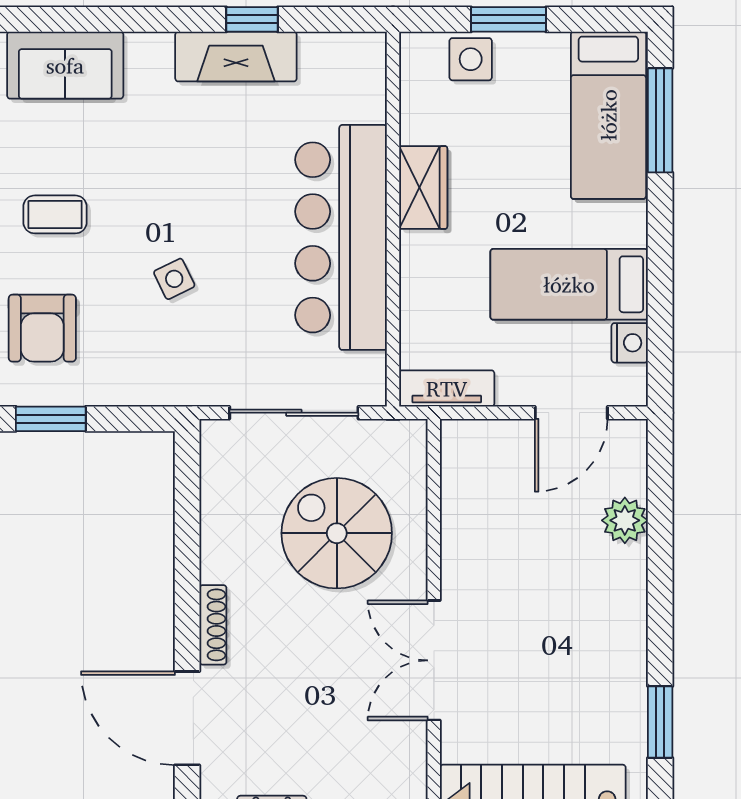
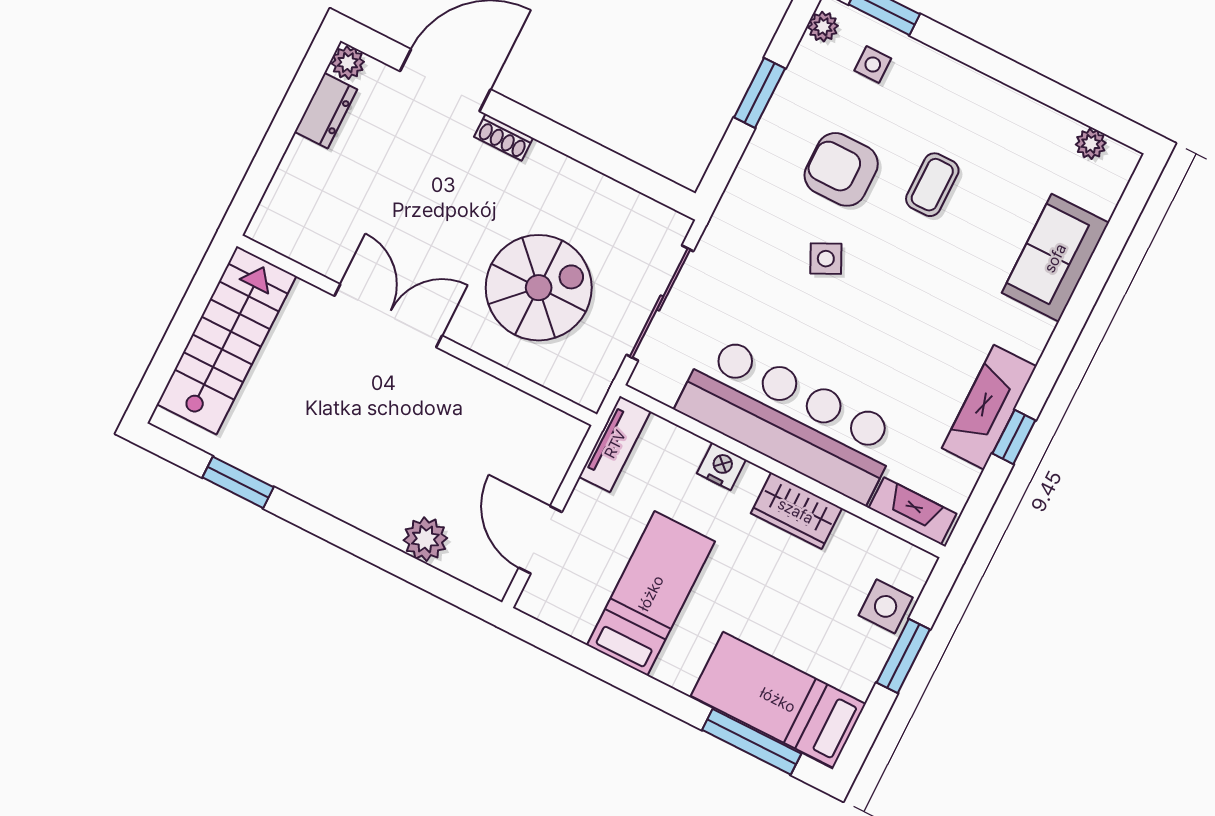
fireplace: (369, 79) -> (912, 511), added
armchair: (42, 328) -> (841, 169), moved
nightstand: (630, 343) -> (721, 466), moved, turned 180
shoe rack: (213, 625) -> (504, 137), width x0.70

